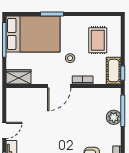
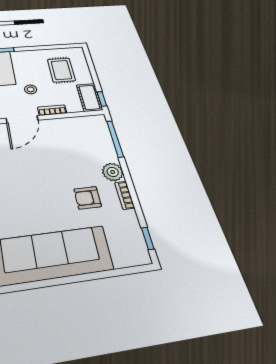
plant: (114, 117) -> (113, 172), moved

